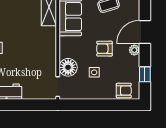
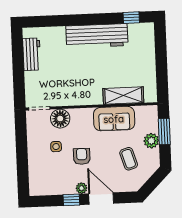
window: (145, 74) -> (71, 200), moved
armchair: (124, 91) -> (38, 179), removed

